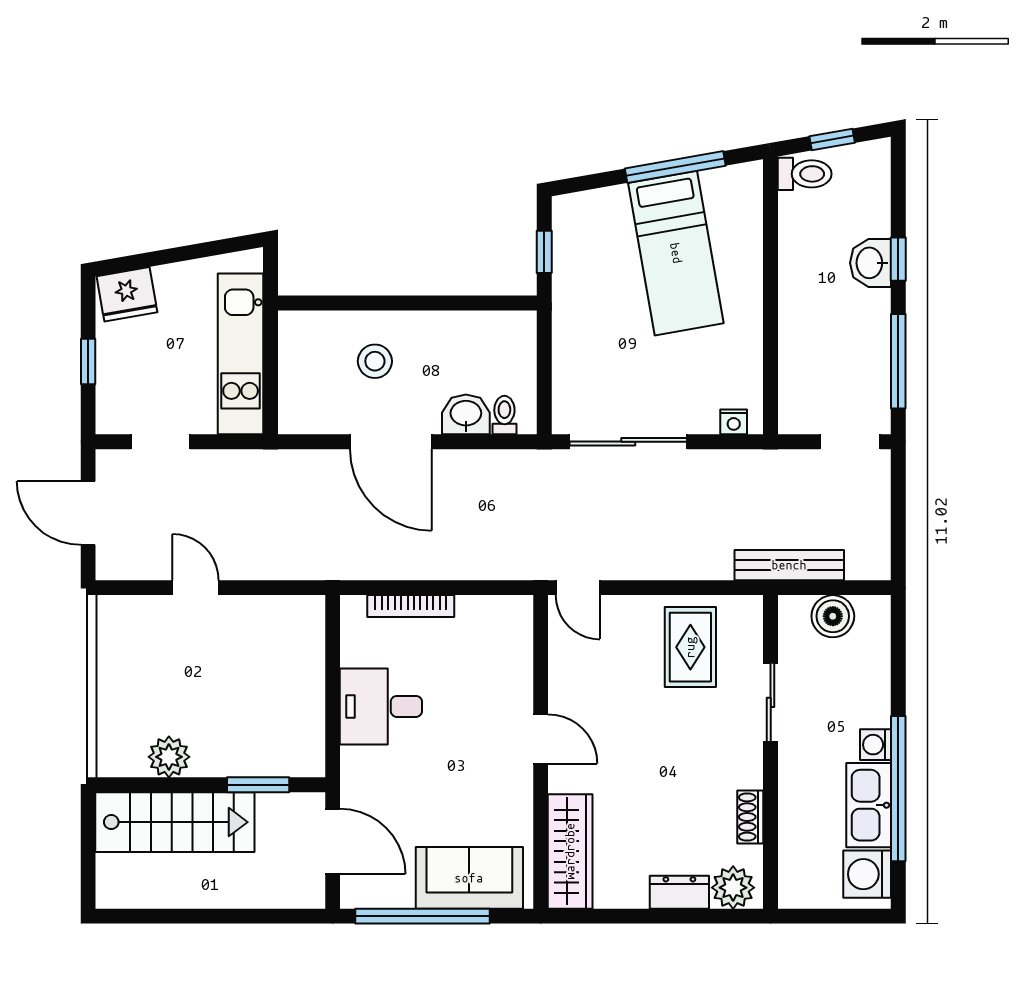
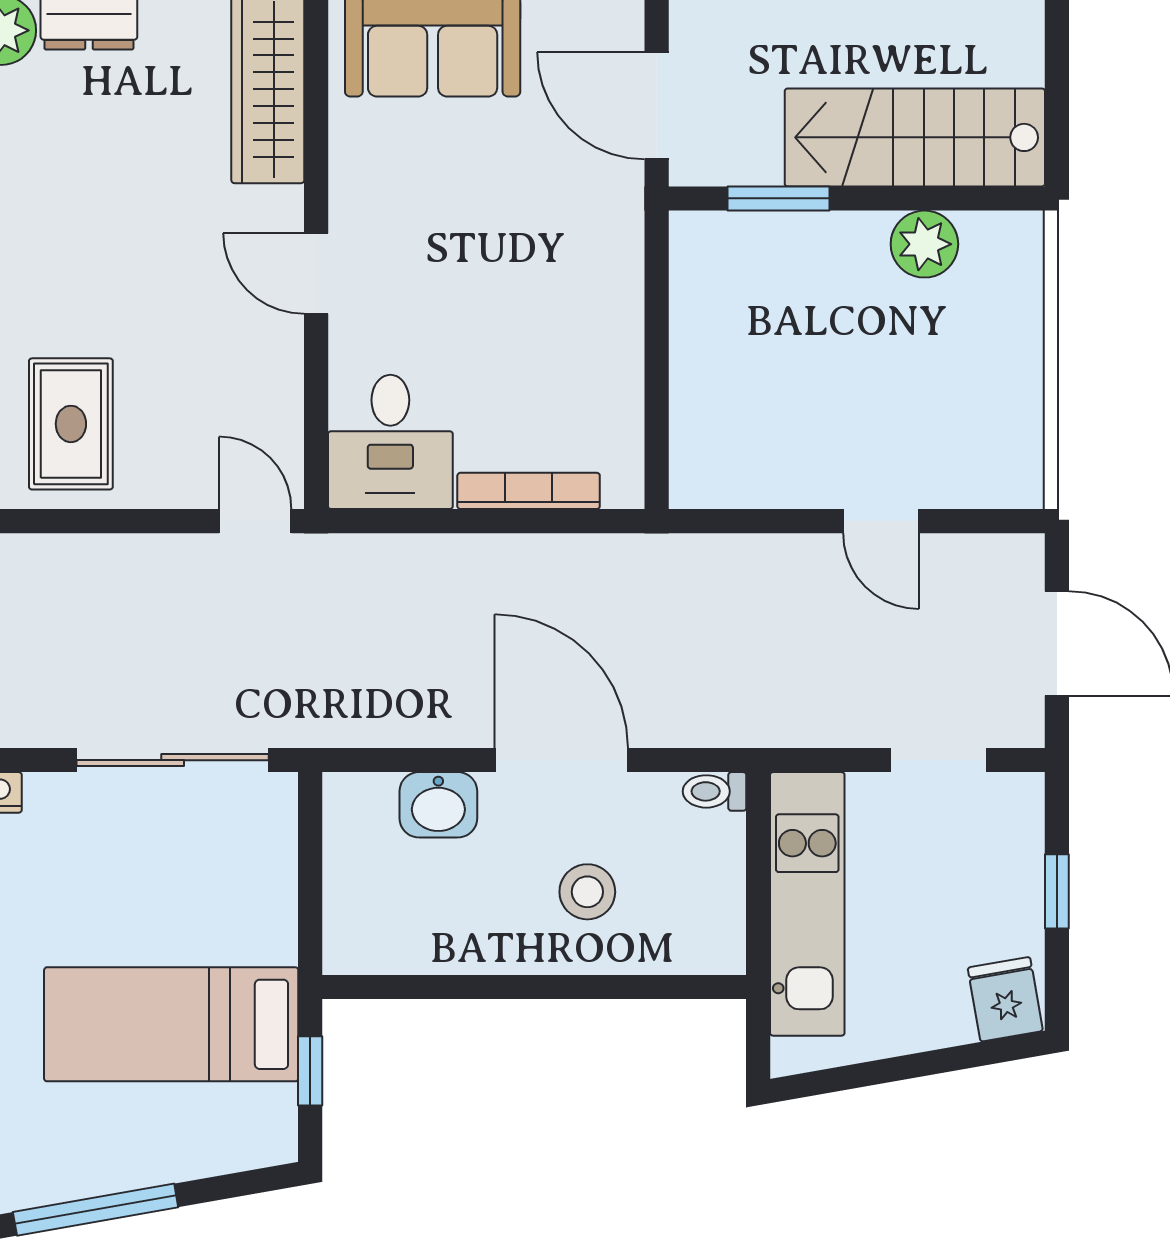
bed: (676, 253) -> (171, 1024), moved, turned -80
fridge: (127, 294) -> (1005, 999), width x0.72
toilet: (504, 415) -> (715, 791), moved, turned 90
desk: (381, 706) -> (390, 442), moved, turned 90

